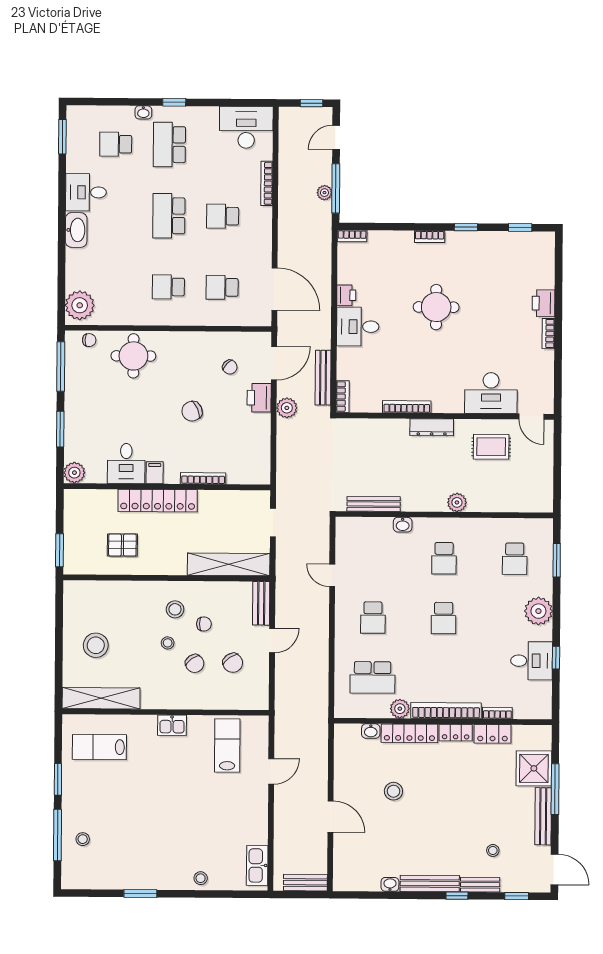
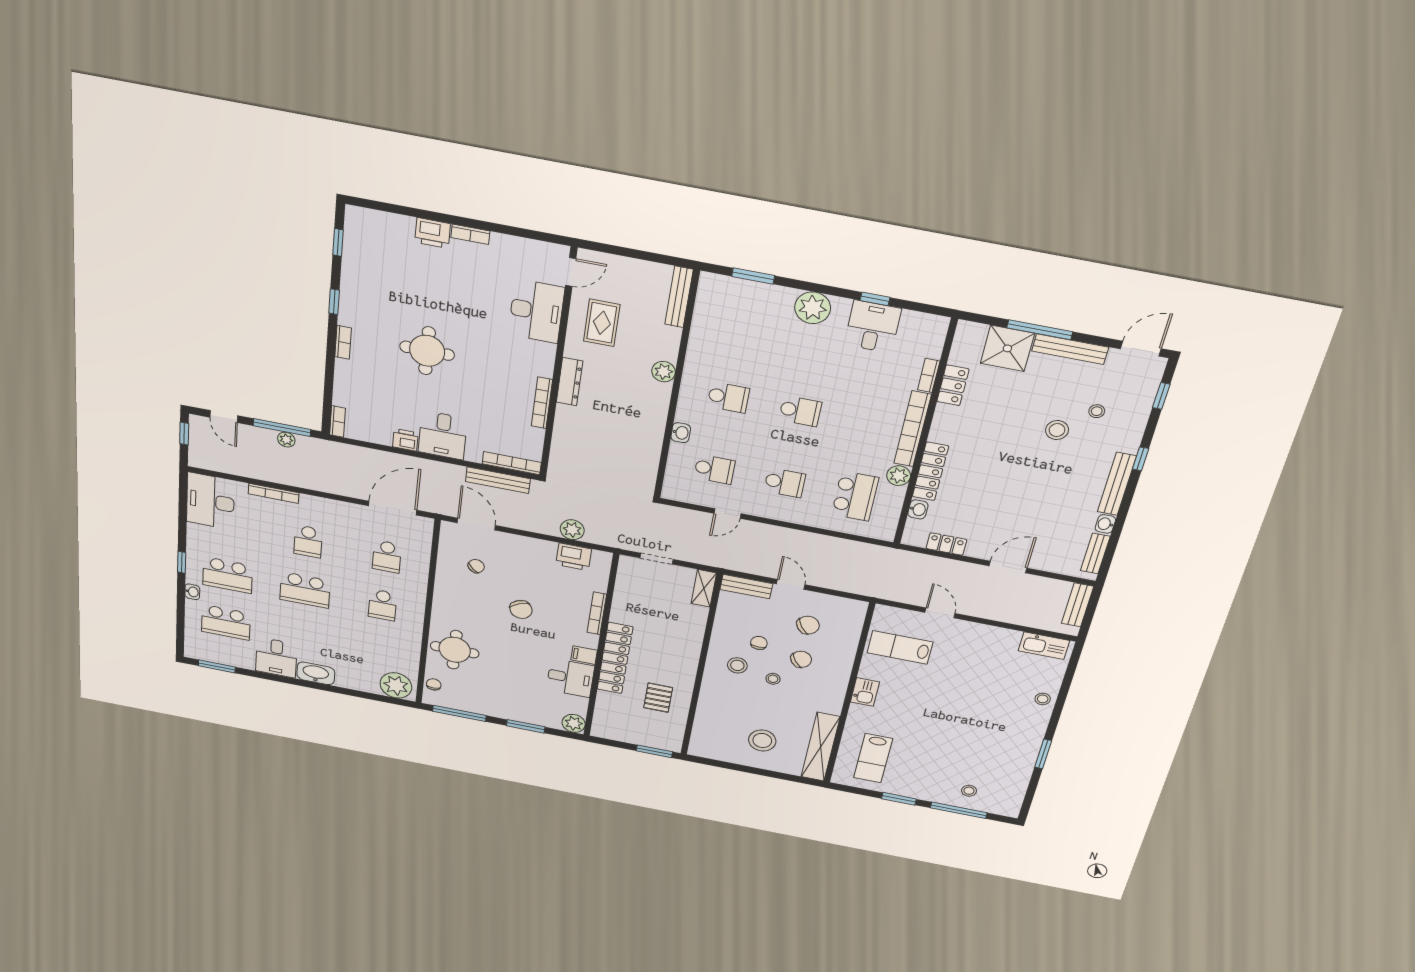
school desk: (116, 144) -> (226, 622), width x1.85
bookcase: (343, 397) -> (512, 463), width x1.56
printer: (259, 398) -> (574, 557), moved
plant: (287, 408) -> (572, 530), moved
bench: (374, 504) -> (679, 297), moved
school desk: (515, 559) -> (714, 469), moved
shelving: (229, 564) -> (704, 588), width x0.45, depth x0.75
locker: (456, 733) -> (946, 544), moved, turned -90
stool: (393, 791) -> (1057, 430), moved
bench: (480, 885) -> (1095, 554), moved

